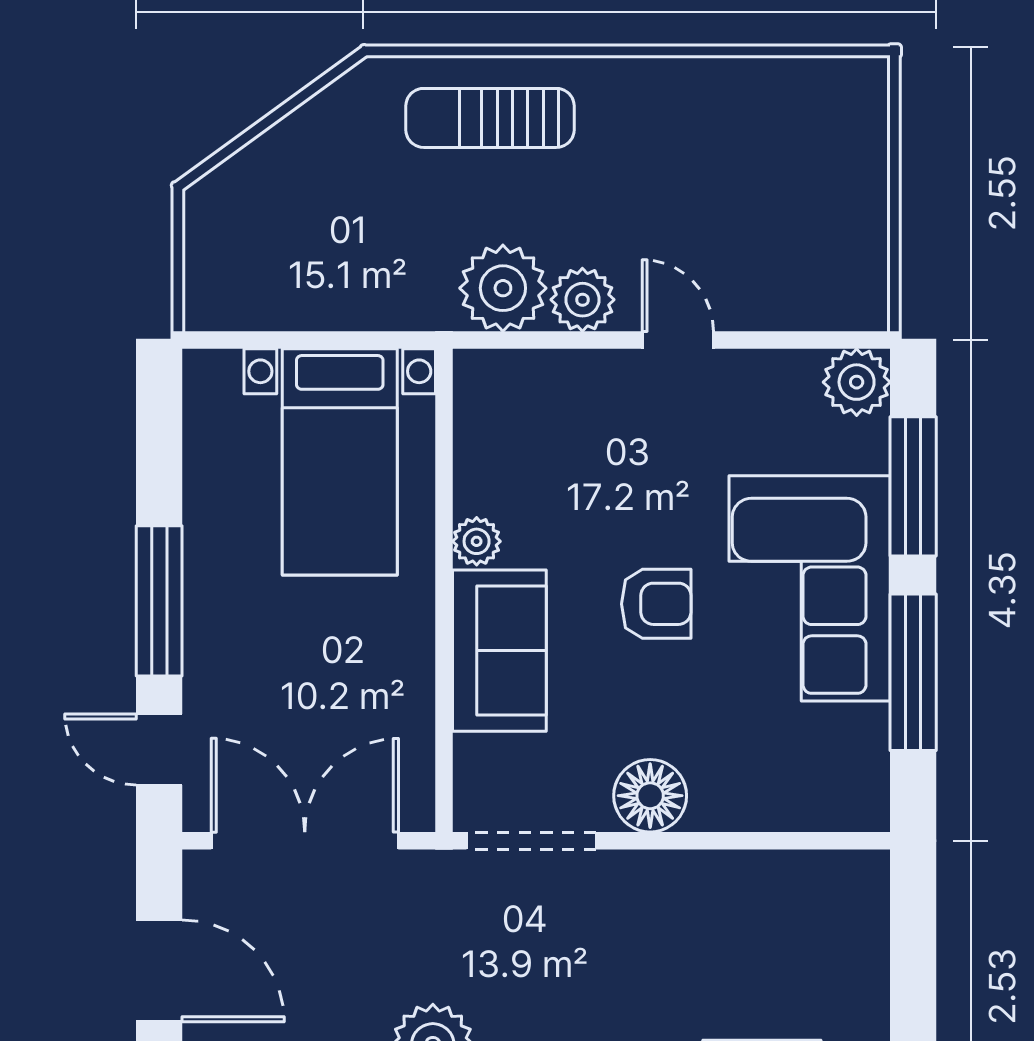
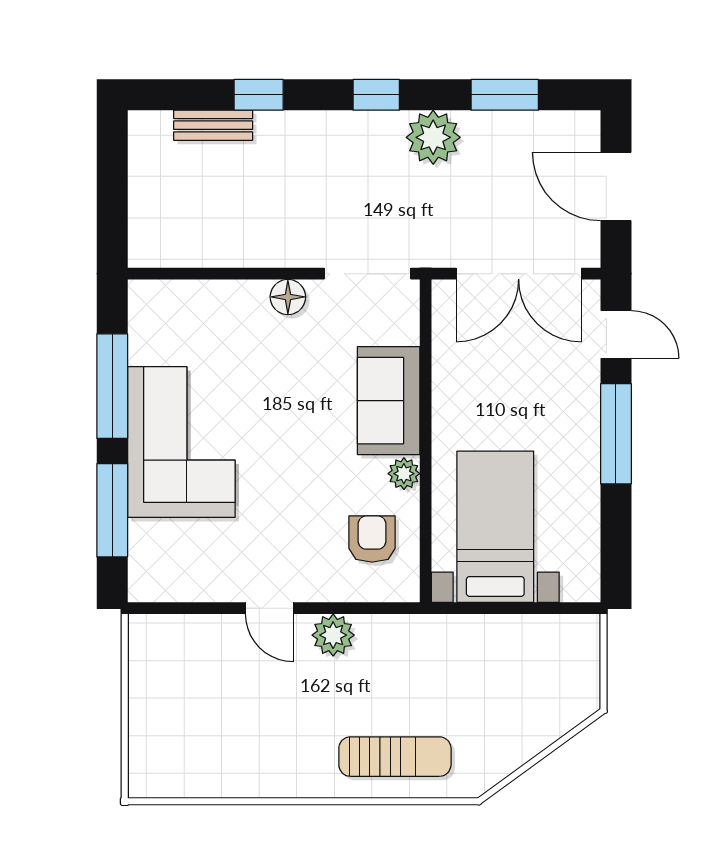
plant: (503, 288) -> (386, 643), removed
plant: (857, 382) -> (150, 580), removed
armchair: (656, 604) -> (372, 539), moved, turned 90
floor lamp: (650, 796) -> (288, 297), width x0.73, depth x0.73

